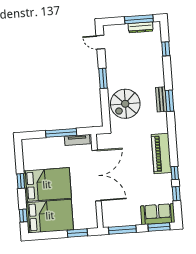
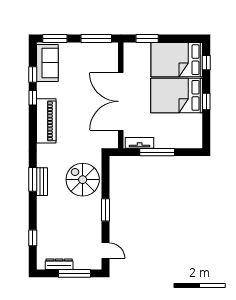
window: (139, 19) -> (75, 273), moved
spiral stairs: (125, 104) -> (83, 180), turned -90
sofa: (158, 214) -> (47, 63), moved, turned -90

